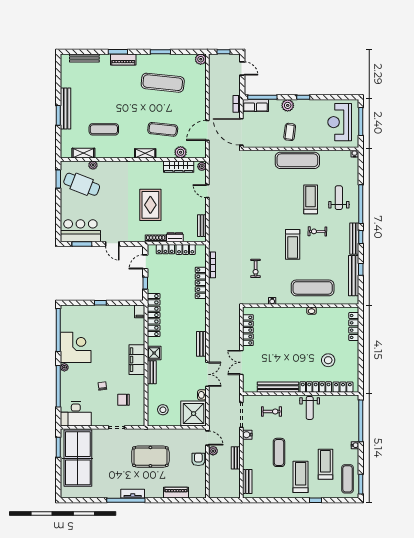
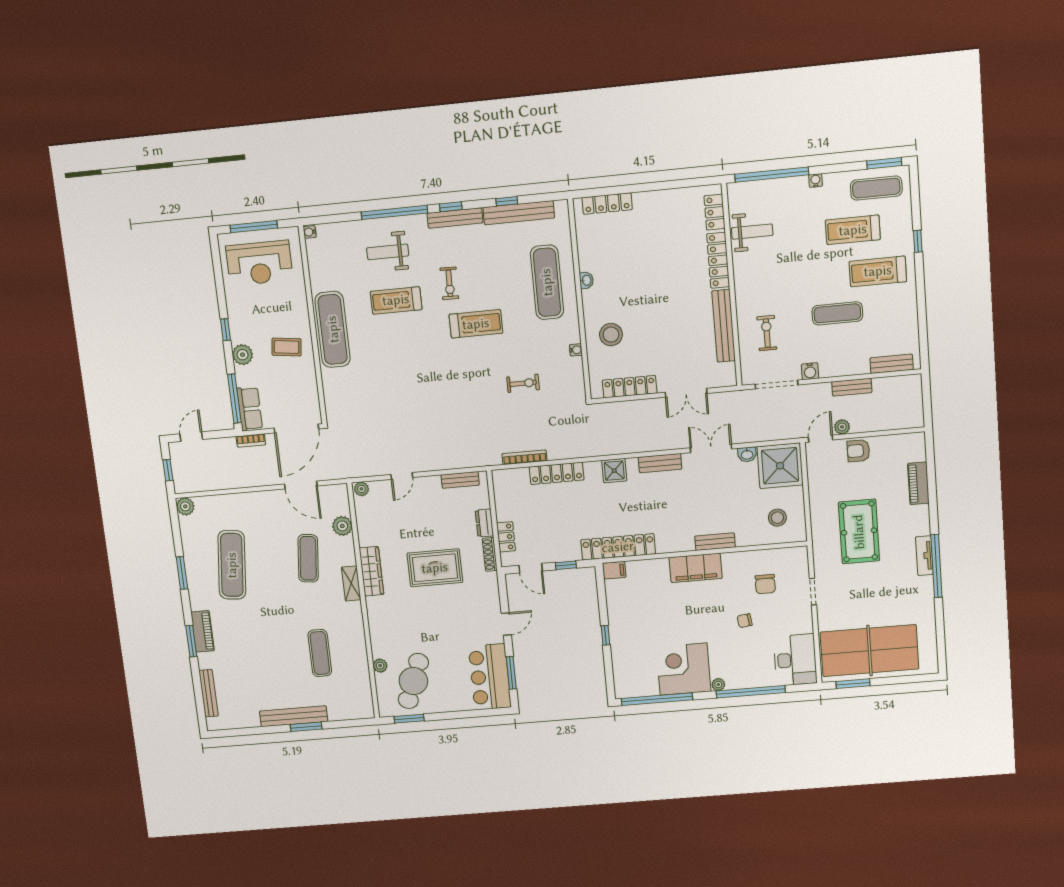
shelving: (83, 153) -> (363, 682), removed
wardrobe: (179, 167) -> (371, 571), moved
locker: (186, 249) -> (503, 503), removed
shower: (154, 353) -> (614, 471), moved
stool: (328, 360) -> (611, 335), moved
weight bench: (310, 408) -> (752, 232), moved

